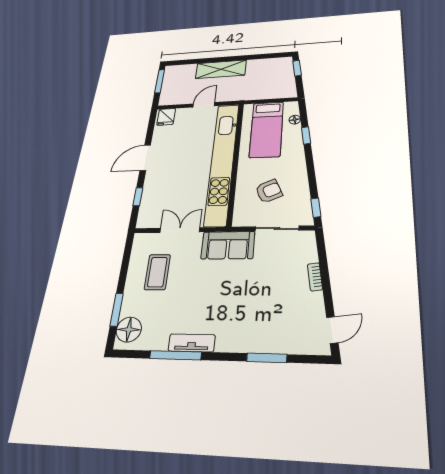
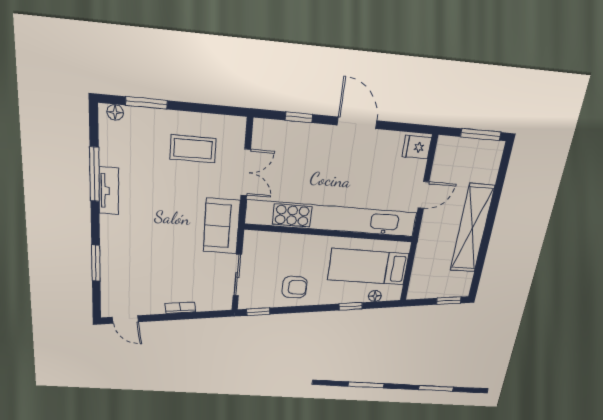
shelving: (221, 69) -> (472, 229), width x1.47
door: (204, 105) -> (423, 195), hinge flipped
armchair: (269, 191) -> (295, 287), moved, turned -66
floor lamp: (129, 330) -> (115, 112), width x0.53, depth x0.53

